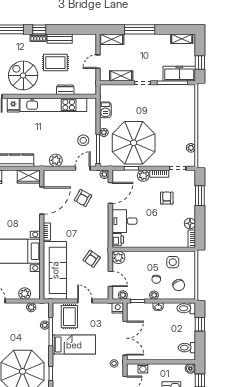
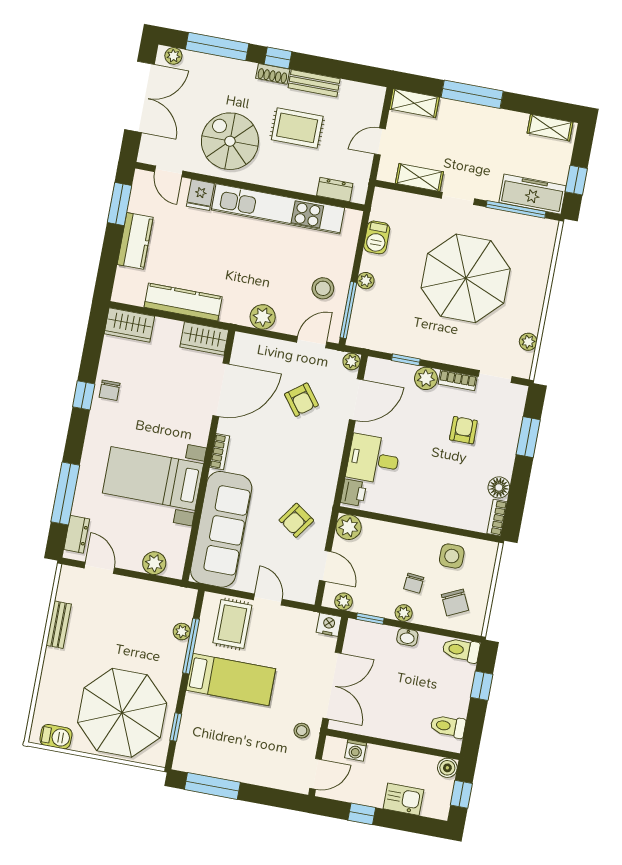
dresser: (65, 90) -> (335, 189), moved
parasol: (134, 143) -> (466, 278), moved
armchair: (83, 198) -> (301, 400), turned -66
plant: (31, 307) -> (162, 592), removed

